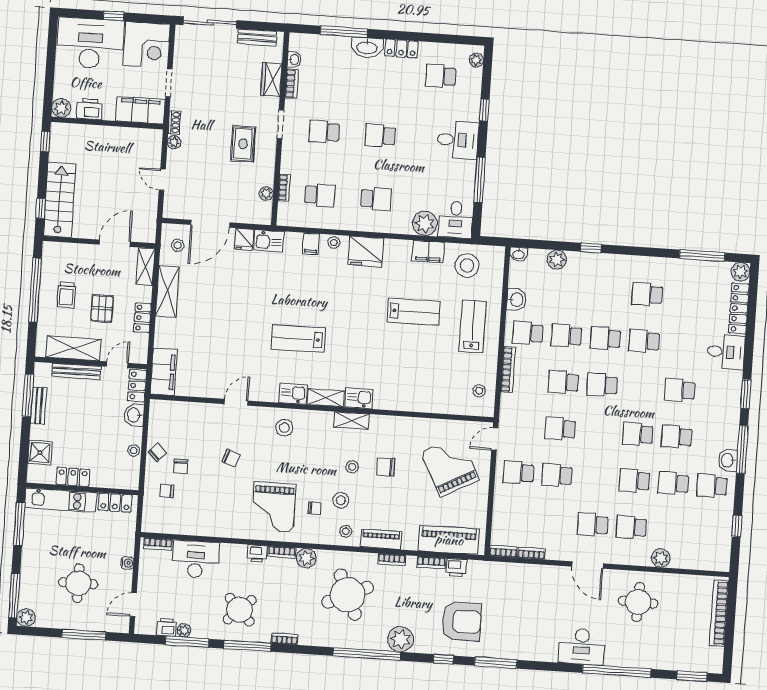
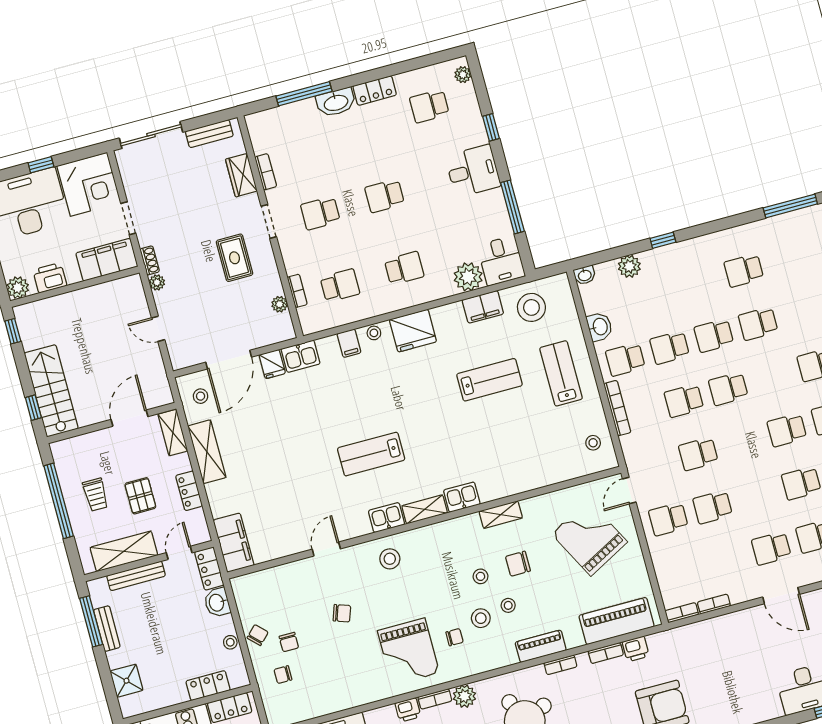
washbasin: (294, 60) -> (259, 144), removed
shelving: (351, 421) -> (501, 515), moved
locker: (73, 477) -> (208, 686), moved
stool: (346, 531) -> (508, 605), moved

